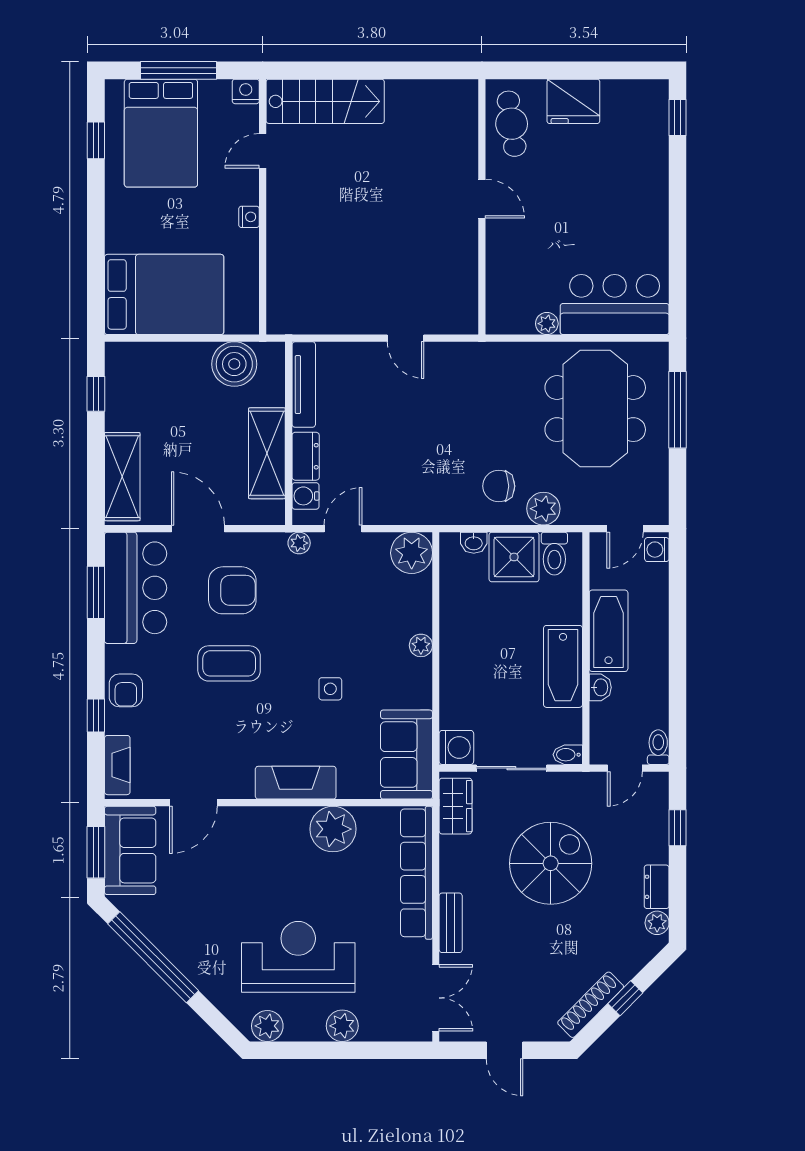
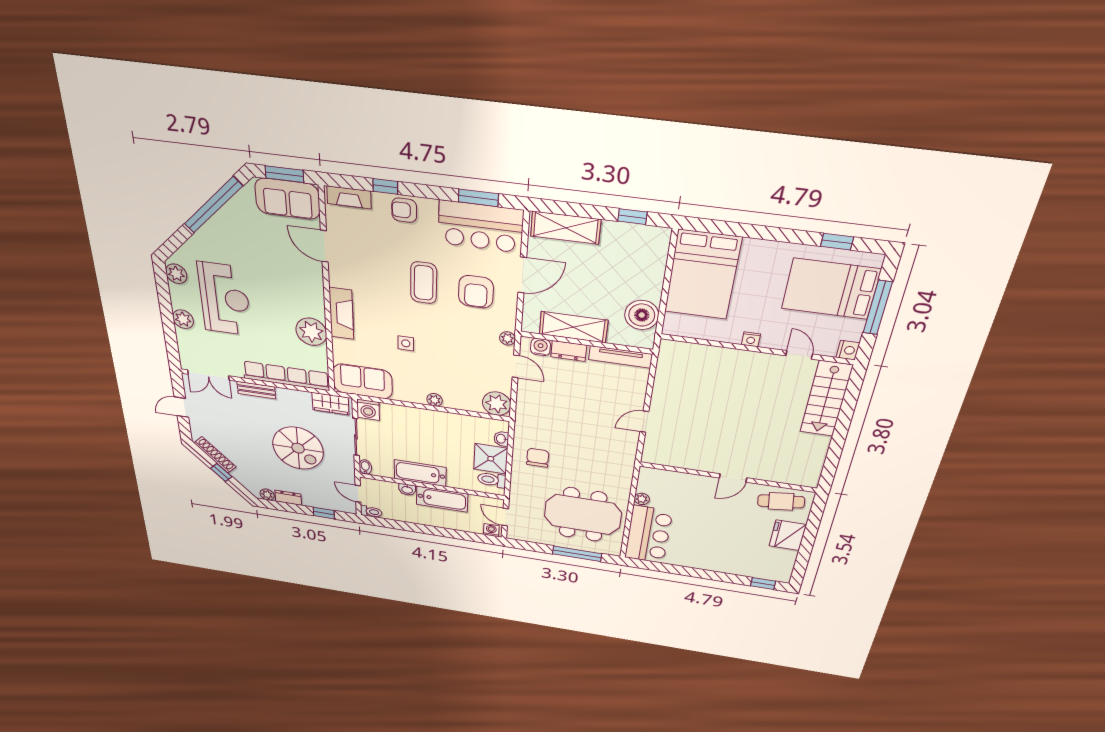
plant: (543, 509) -> (521, 479), removed

